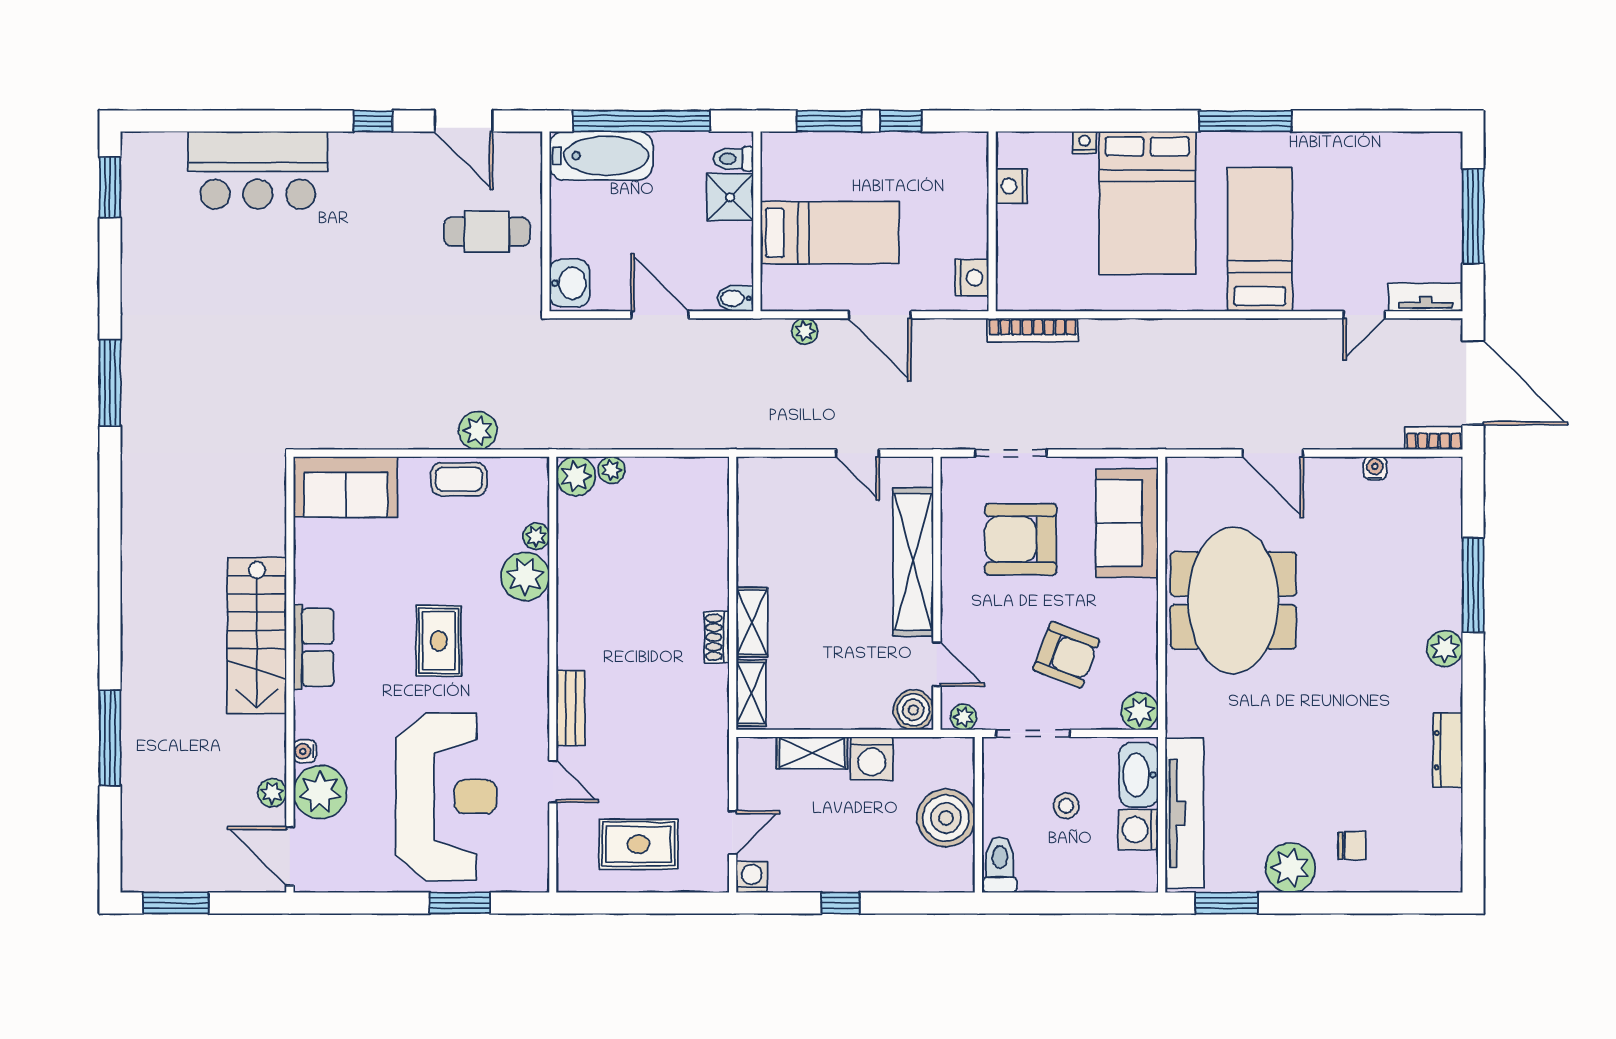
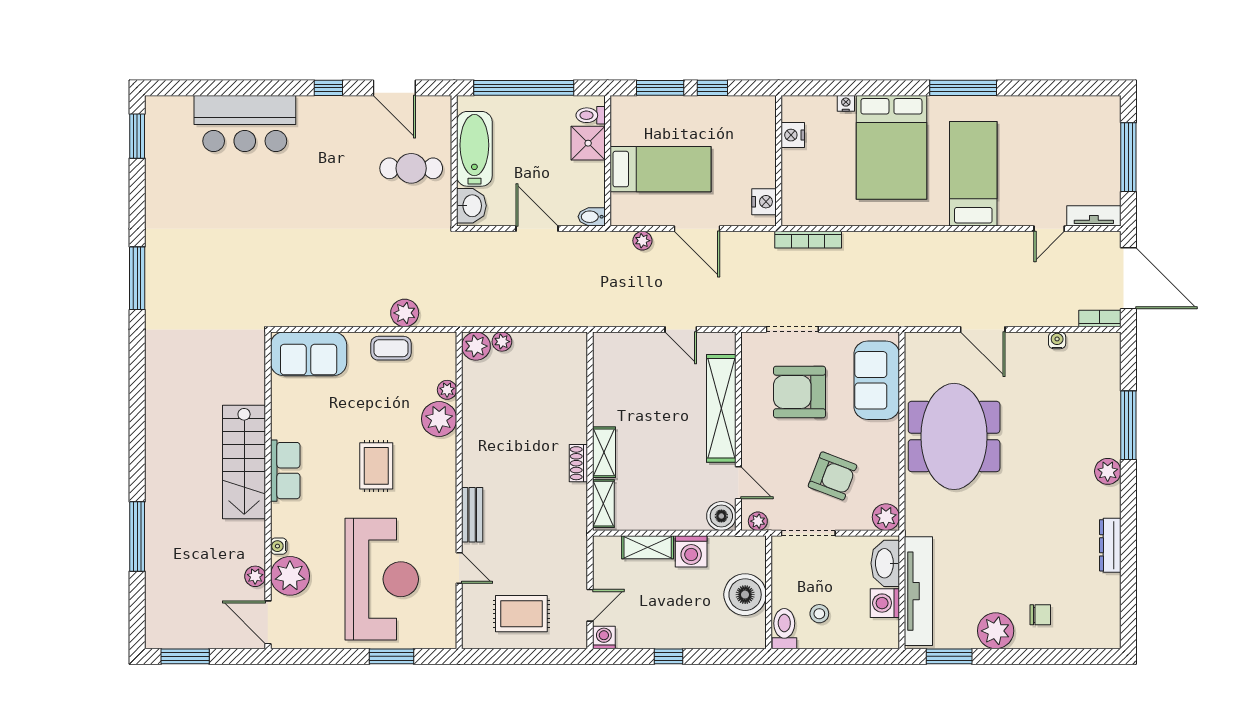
bathtub: (601, 156) -> (474, 149), moved, turned -90
stool: (1066, 806) -> (819, 614), moved

